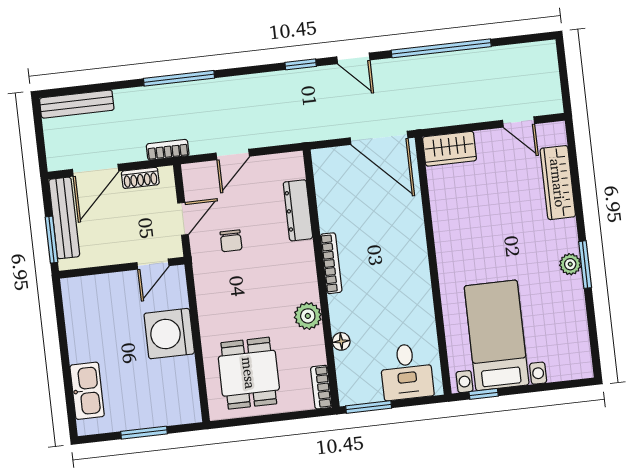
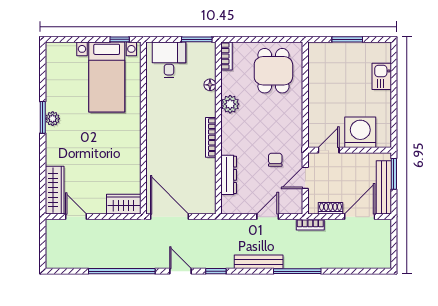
bench: (77, 104) -> (259, 262), moved
wardrobe: (558, 183) -> (55, 190), moved
washing machine: (169, 334) -> (360, 132), moved, turned -90
kitchen sink: (87, 391) -> (382, 76), width x0.73

